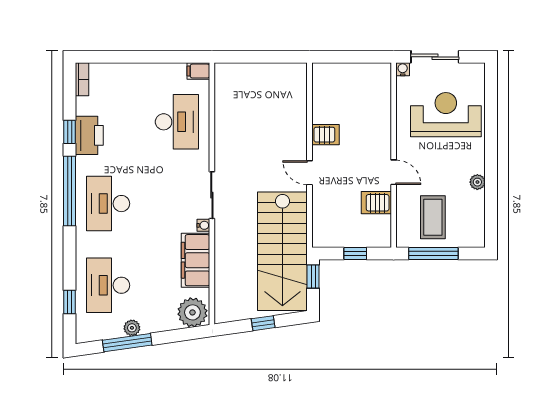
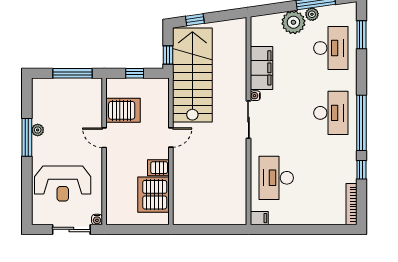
bookcase: (82, 79) -> (351, 204), width x1.56
server rack: (331, 101) -> (153, 195), added
printer: (89, 135) -> (346, 167), removed
door: (310, 173) -> (171, 137), hinge flipped
window: (491, 173) -> (27, 137), added
server rack: (376, 203) -> (123, 110), width x1.36, depth x1.44
coffee table: (433, 217) -> (73, 102), removed
window: (70, 302) -> (361, 35), width x1.50
plant: (192, 312) -> (293, 22), moved
window: (263, 323) -> (195, 20), moved

